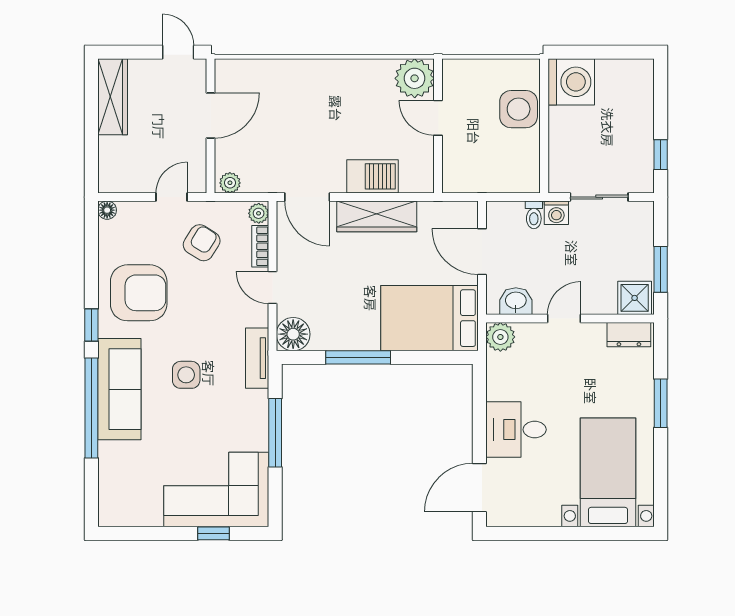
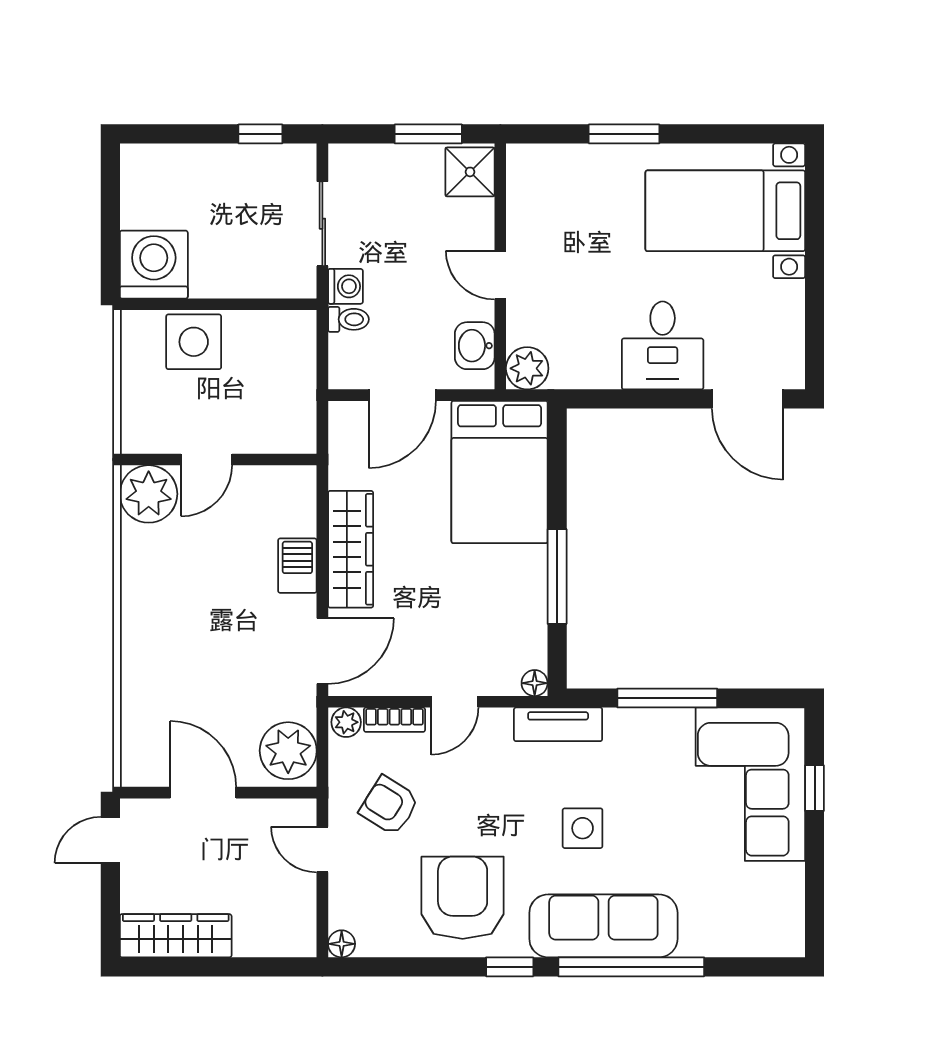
barbecue: (373, 176) -> (297, 566), width x0.73, depth x0.79
plant: (230, 183) -> (288, 751), width x1.88, depth x1.88
floor lamp: (293, 334) -> (535, 683), width x0.53, depth x0.53
dresser: (629, 335) -> (524, 180), removed

